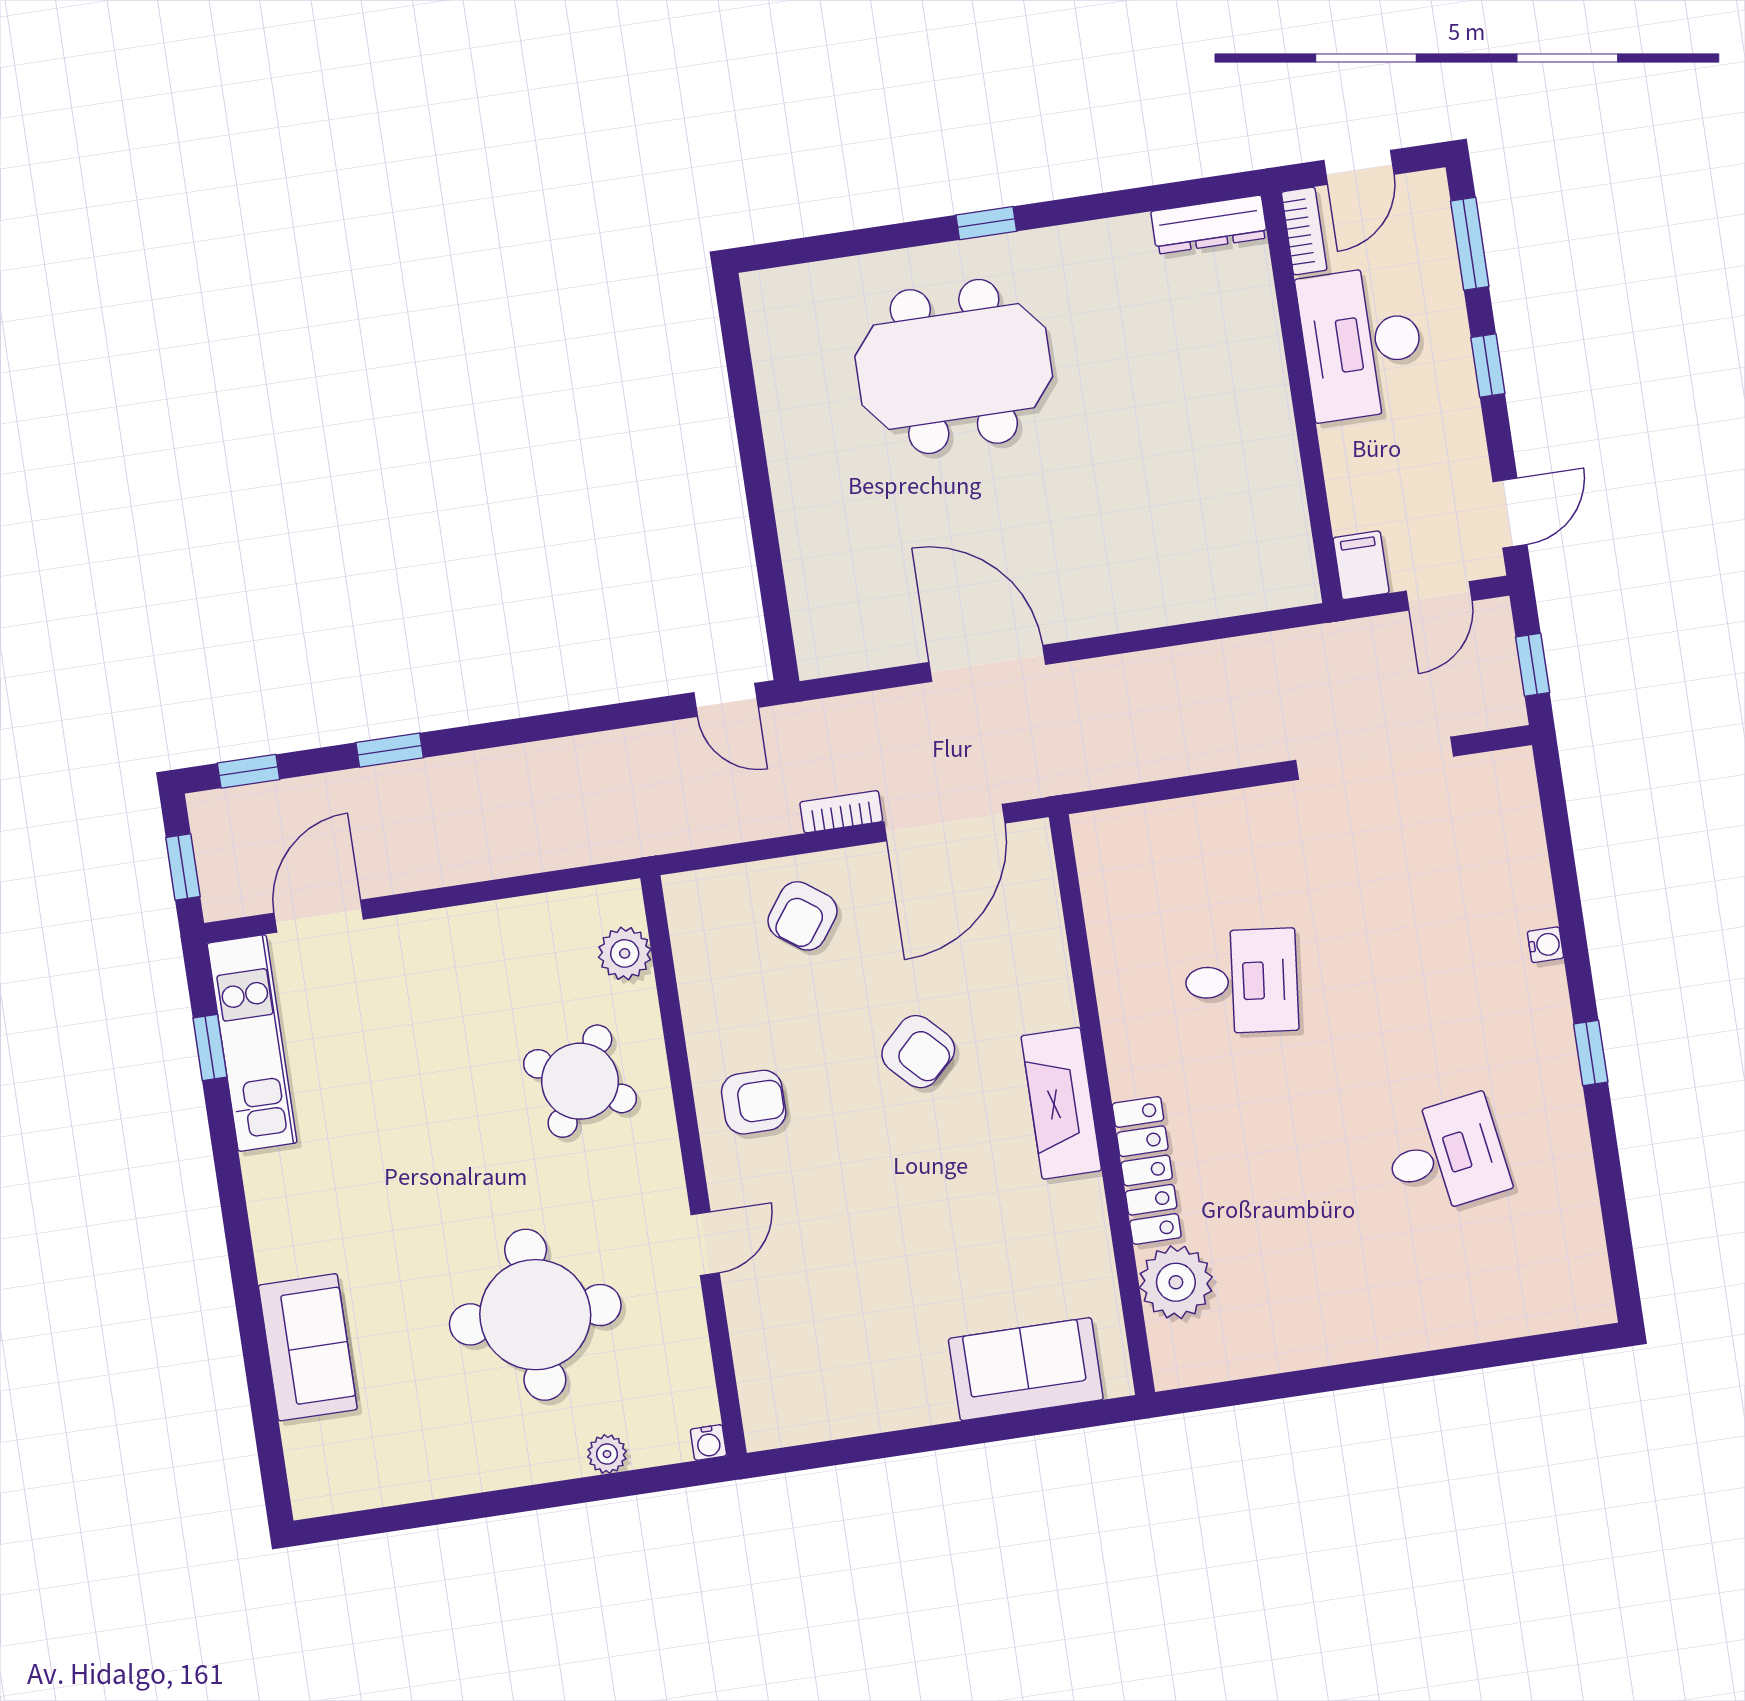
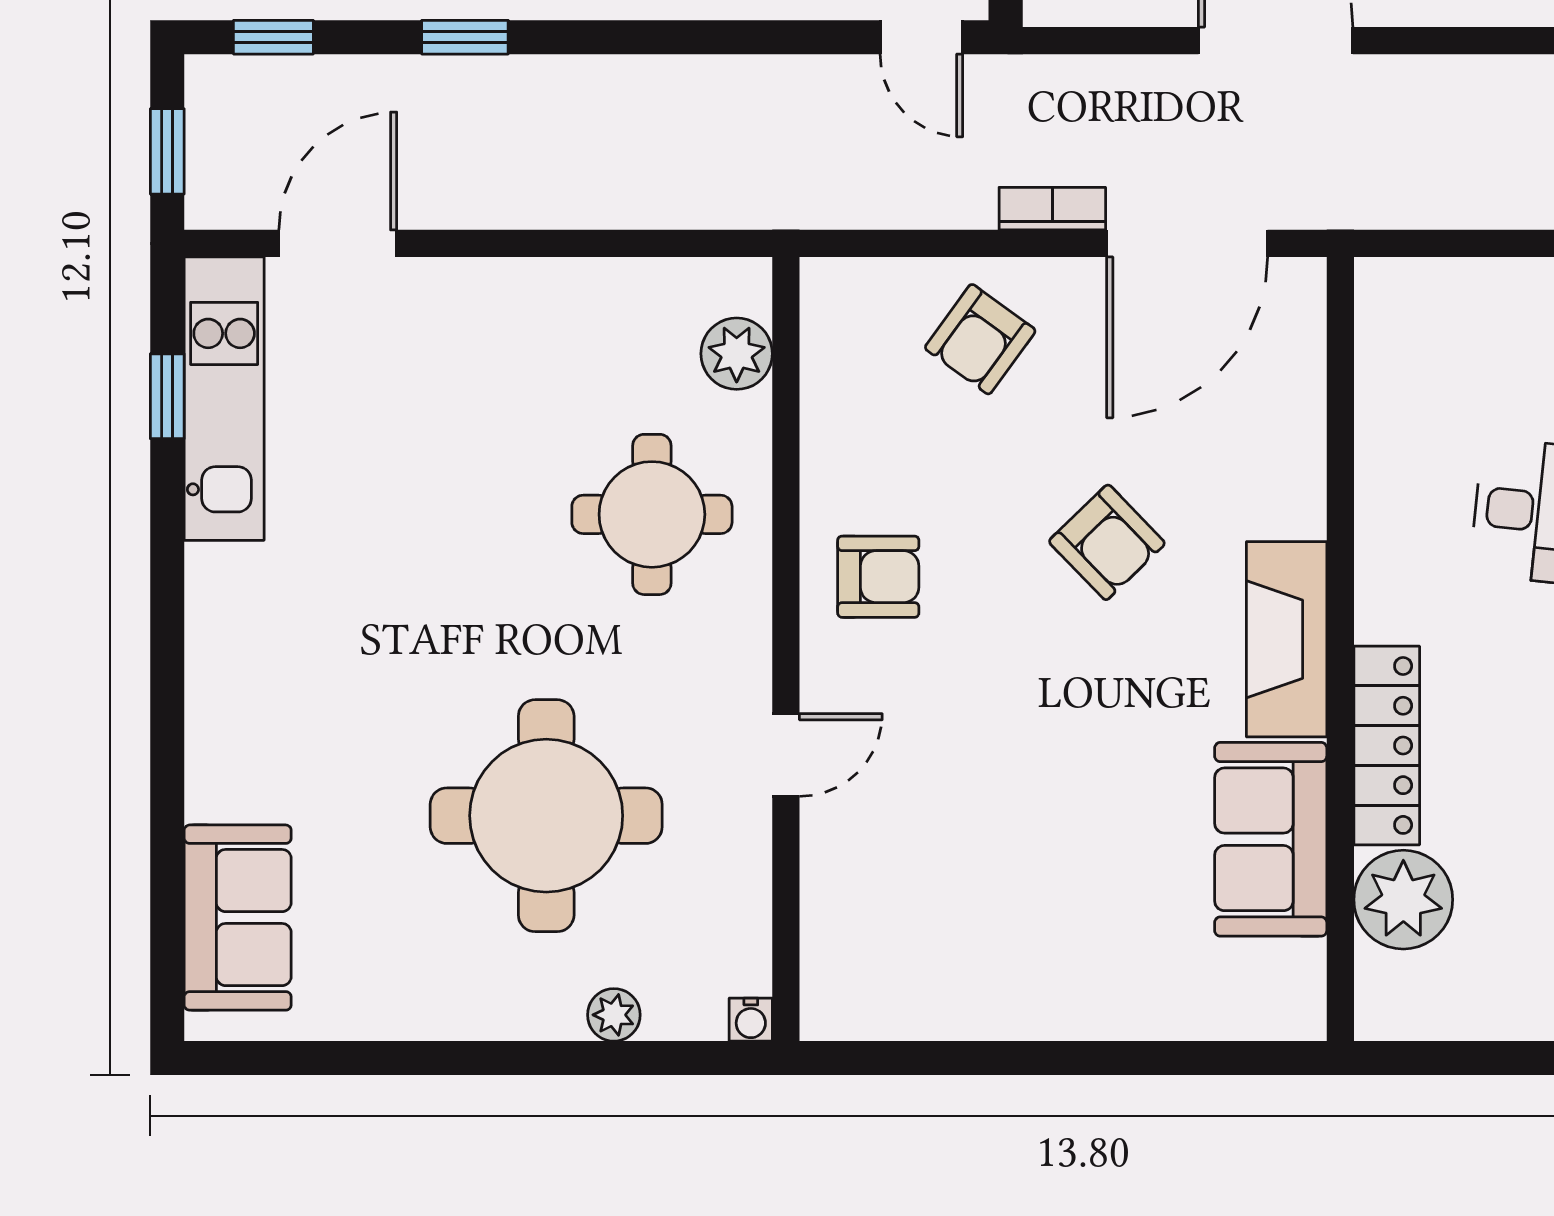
round table: (580, 1081) -> (652, 514), turned -31
sofa: (308, 1347) -> (238, 918), moved
sofa: (1026, 1369) -> (1271, 839), moved, turned -90

